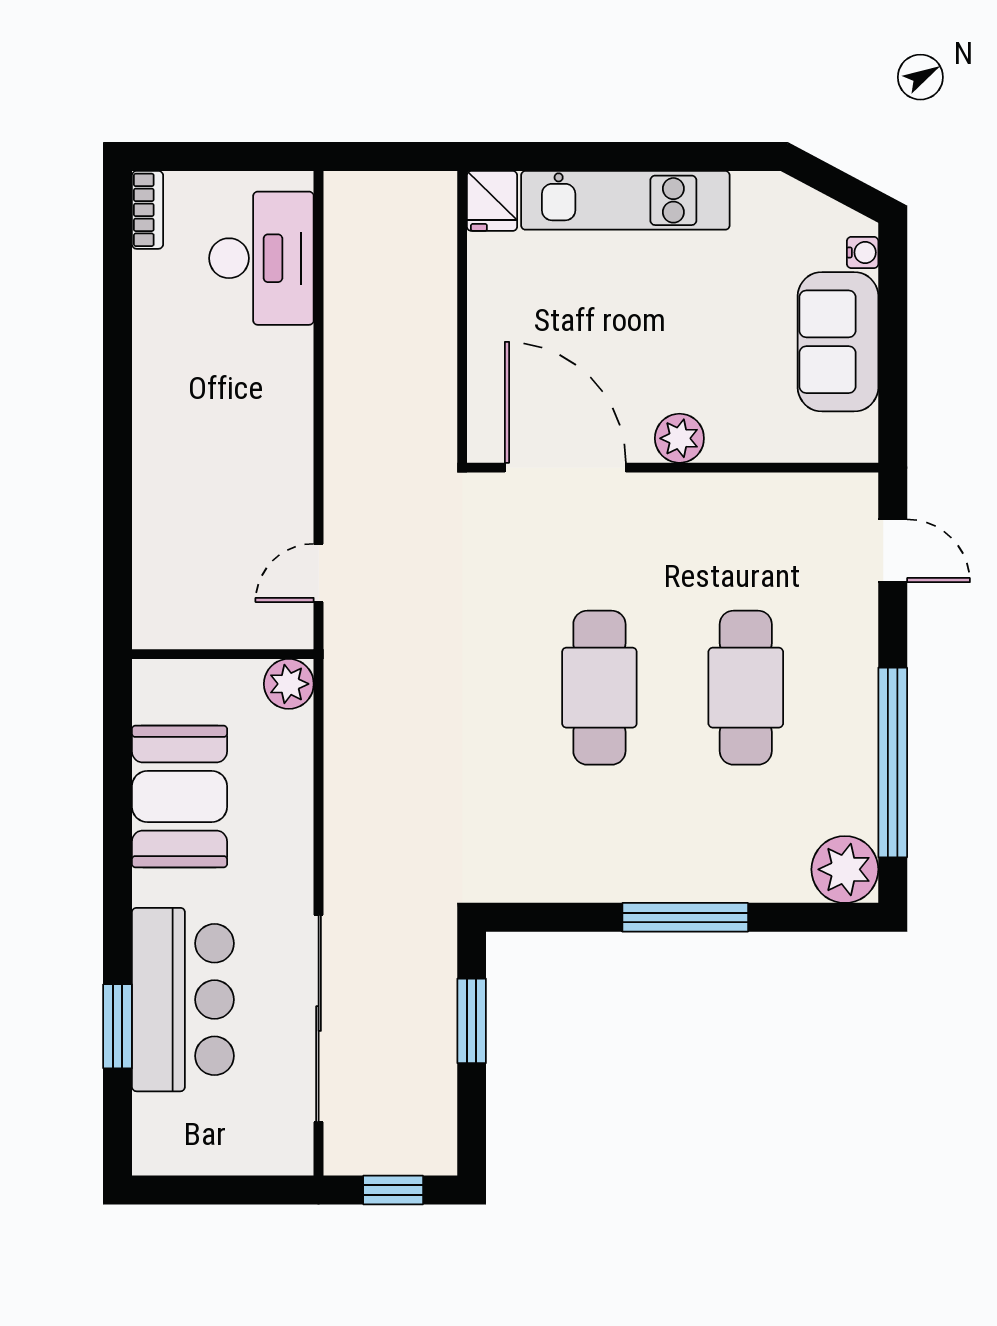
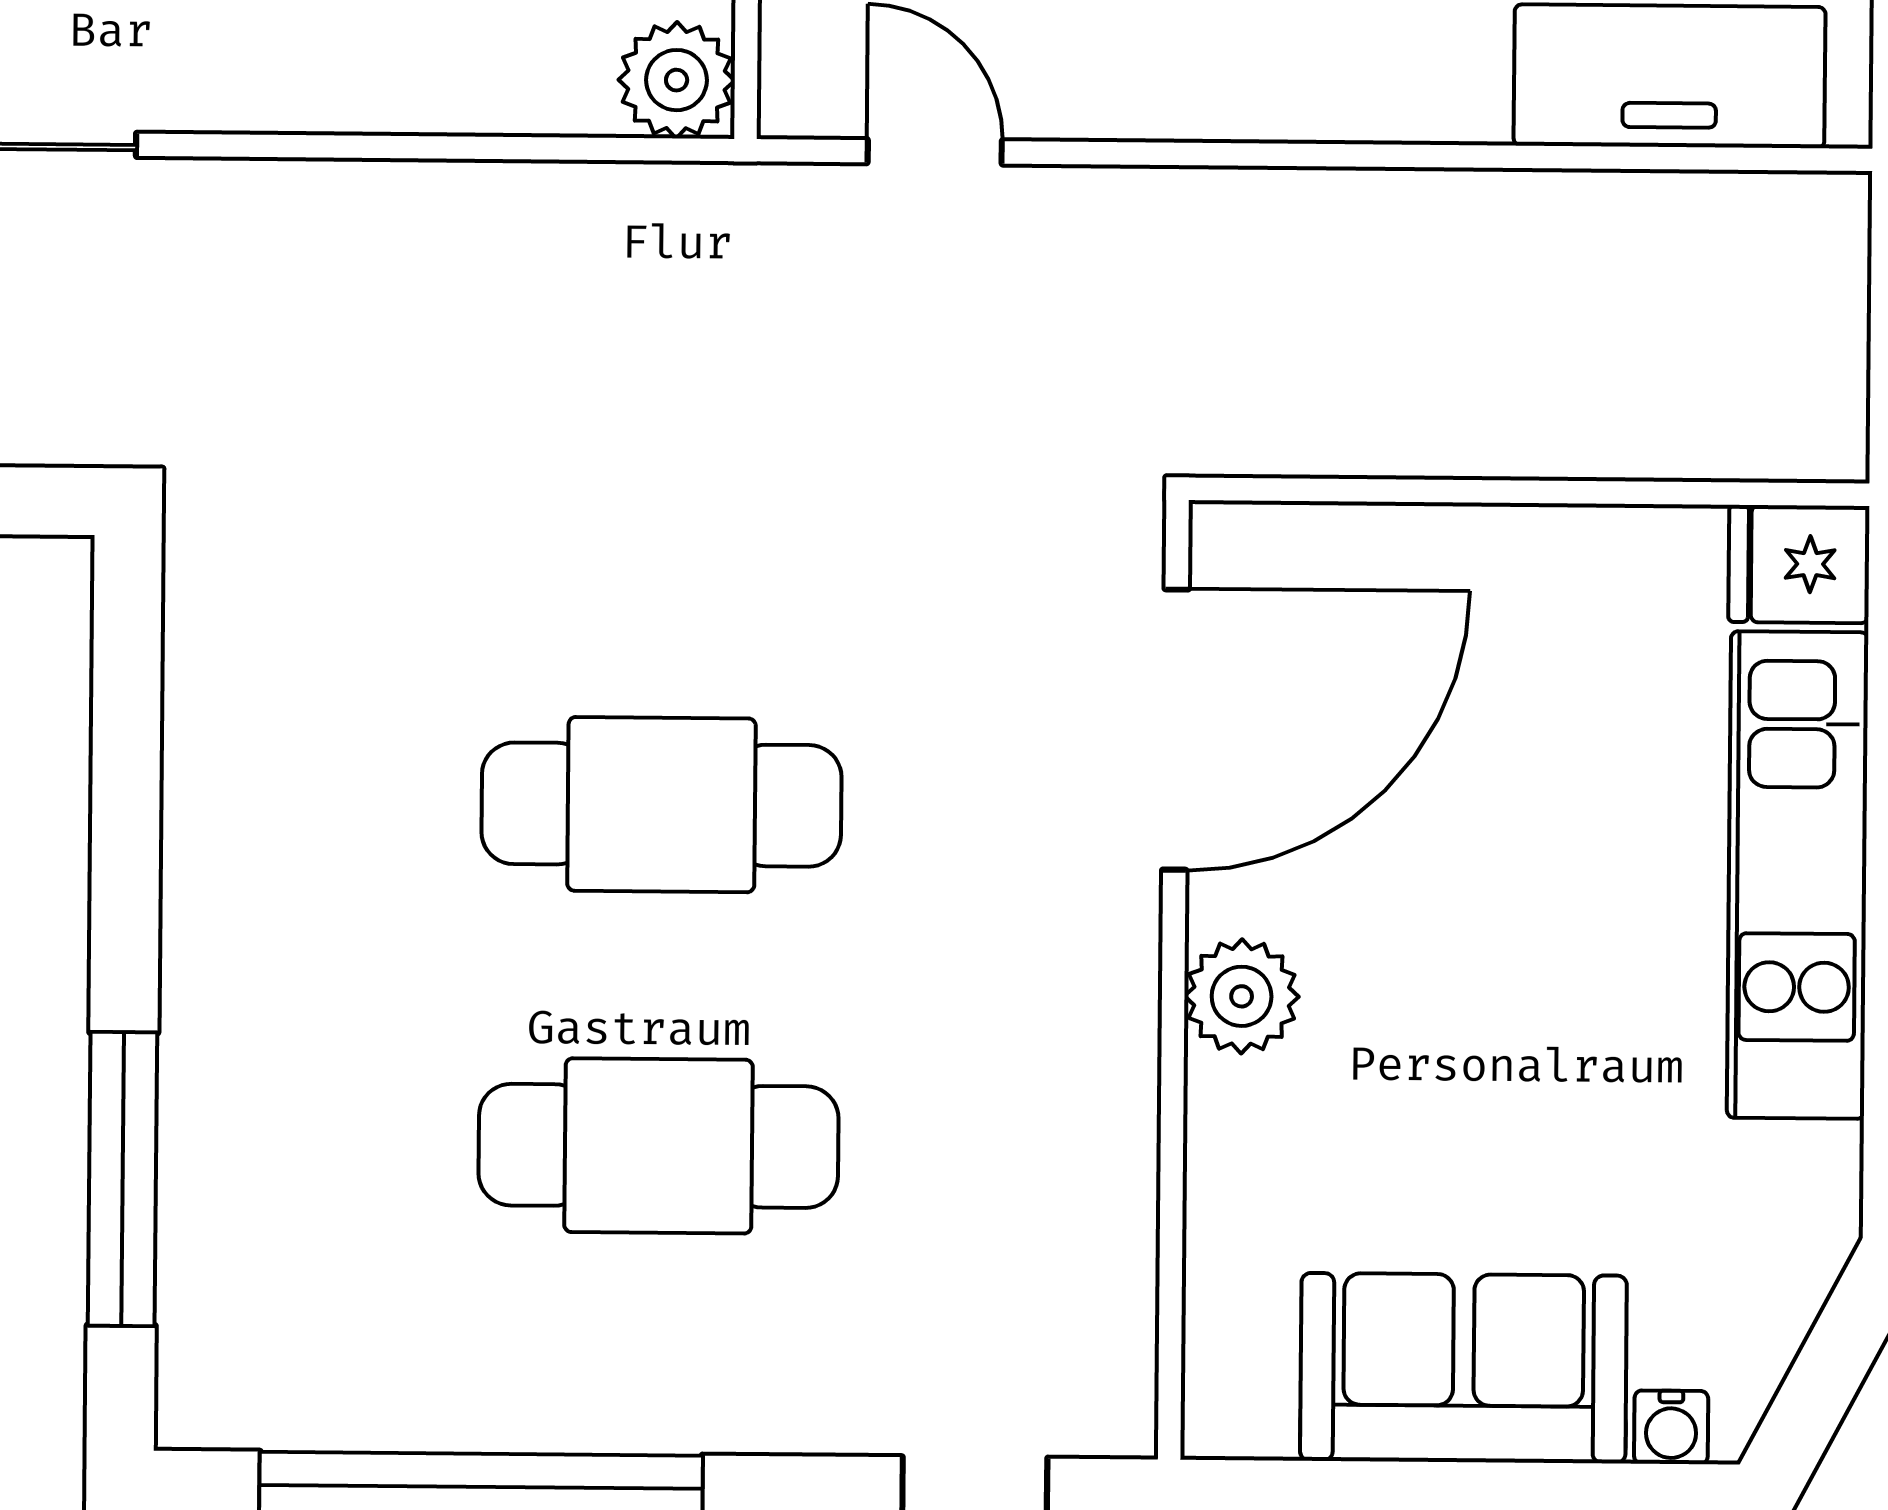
plant: (845, 869) -> (232, 1373), removed
window: (685, 917) -> (123, 1179), moved

